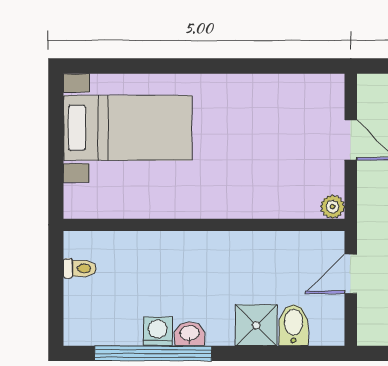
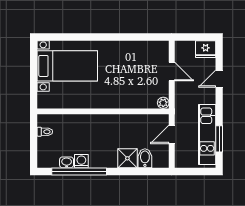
washbasin: (190, 334) -> (67, 162), moved

